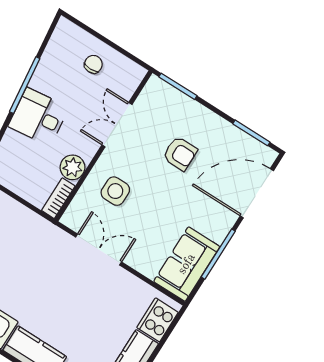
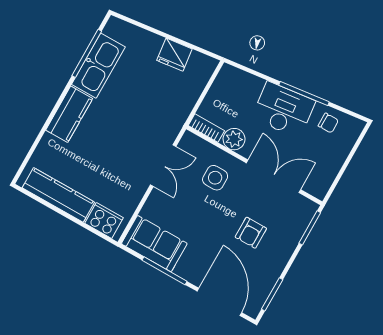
chair: (93, 64) -> (328, 123), moved
desk: (38, 117) -> (283, 110), width x1.37
double door: (117, 125) -> (273, 176), width x1.37

